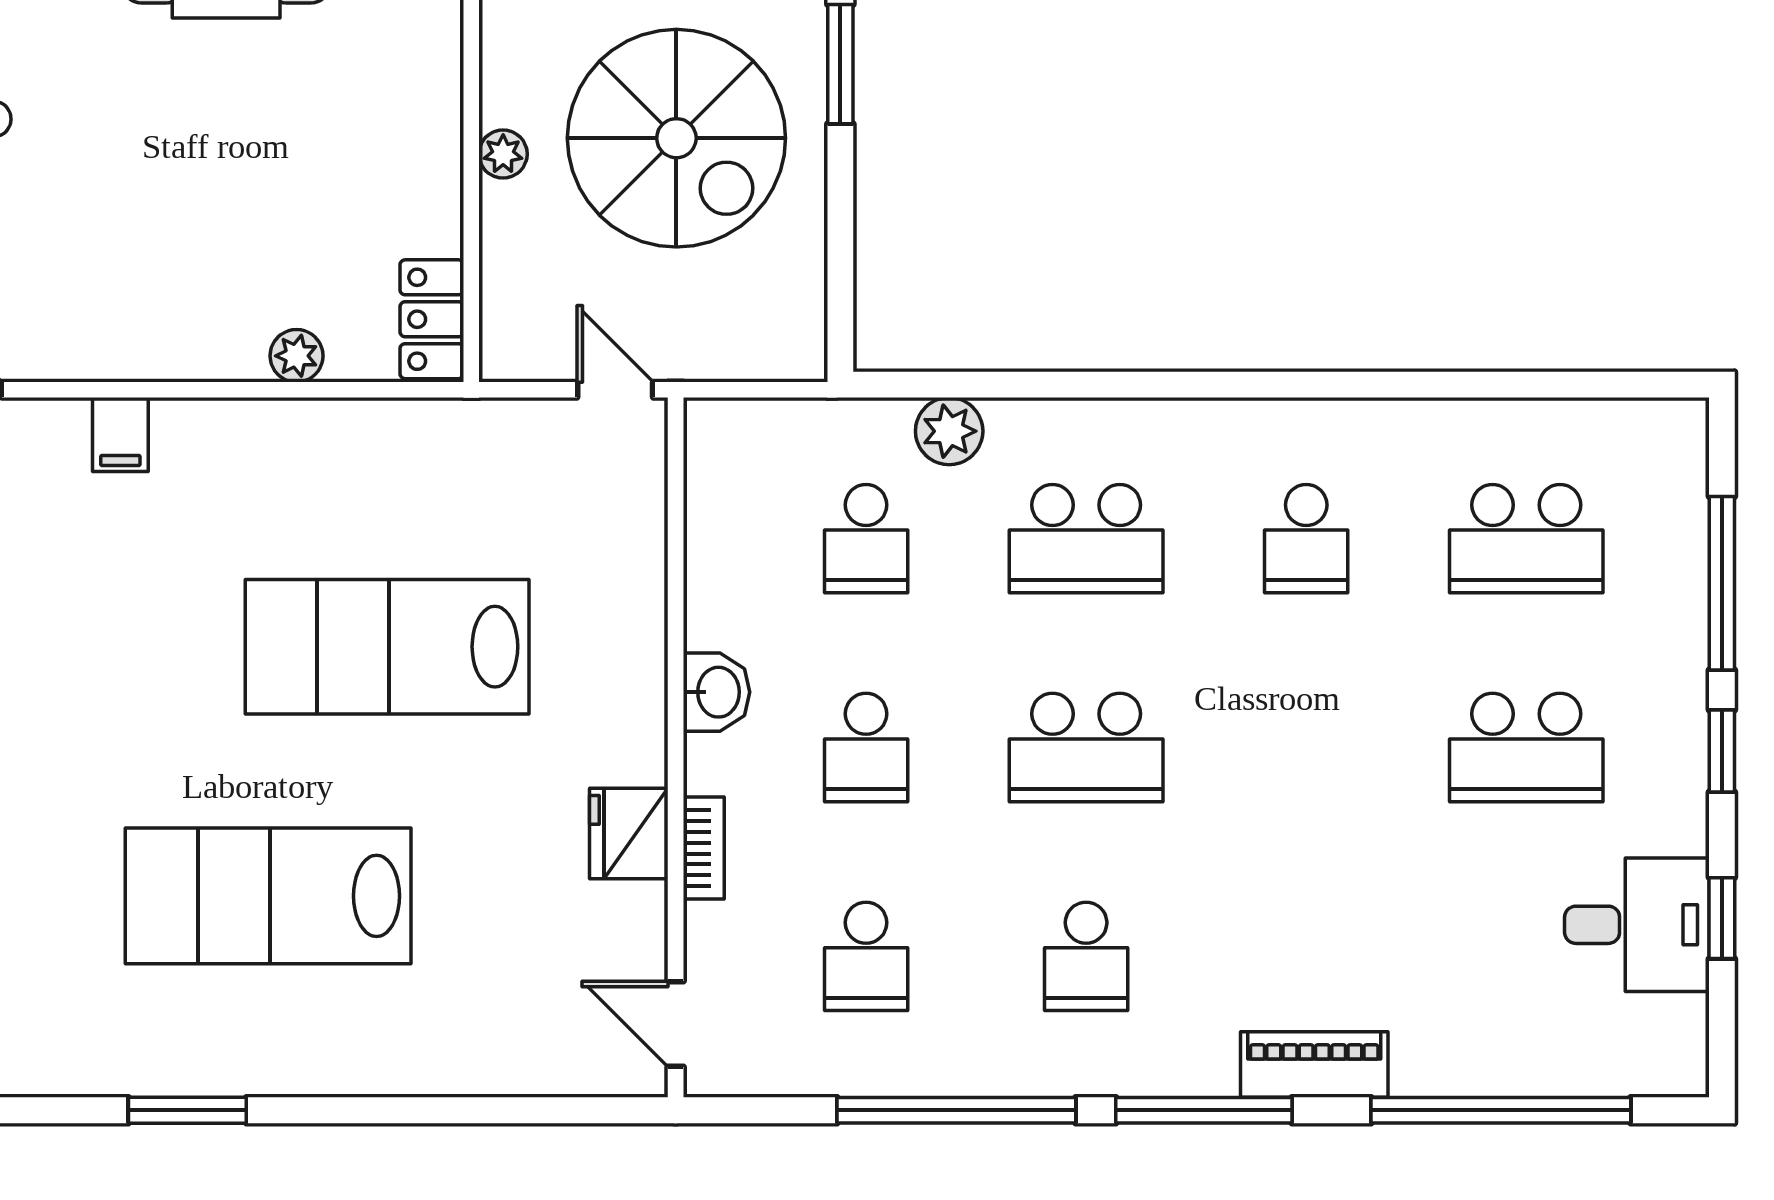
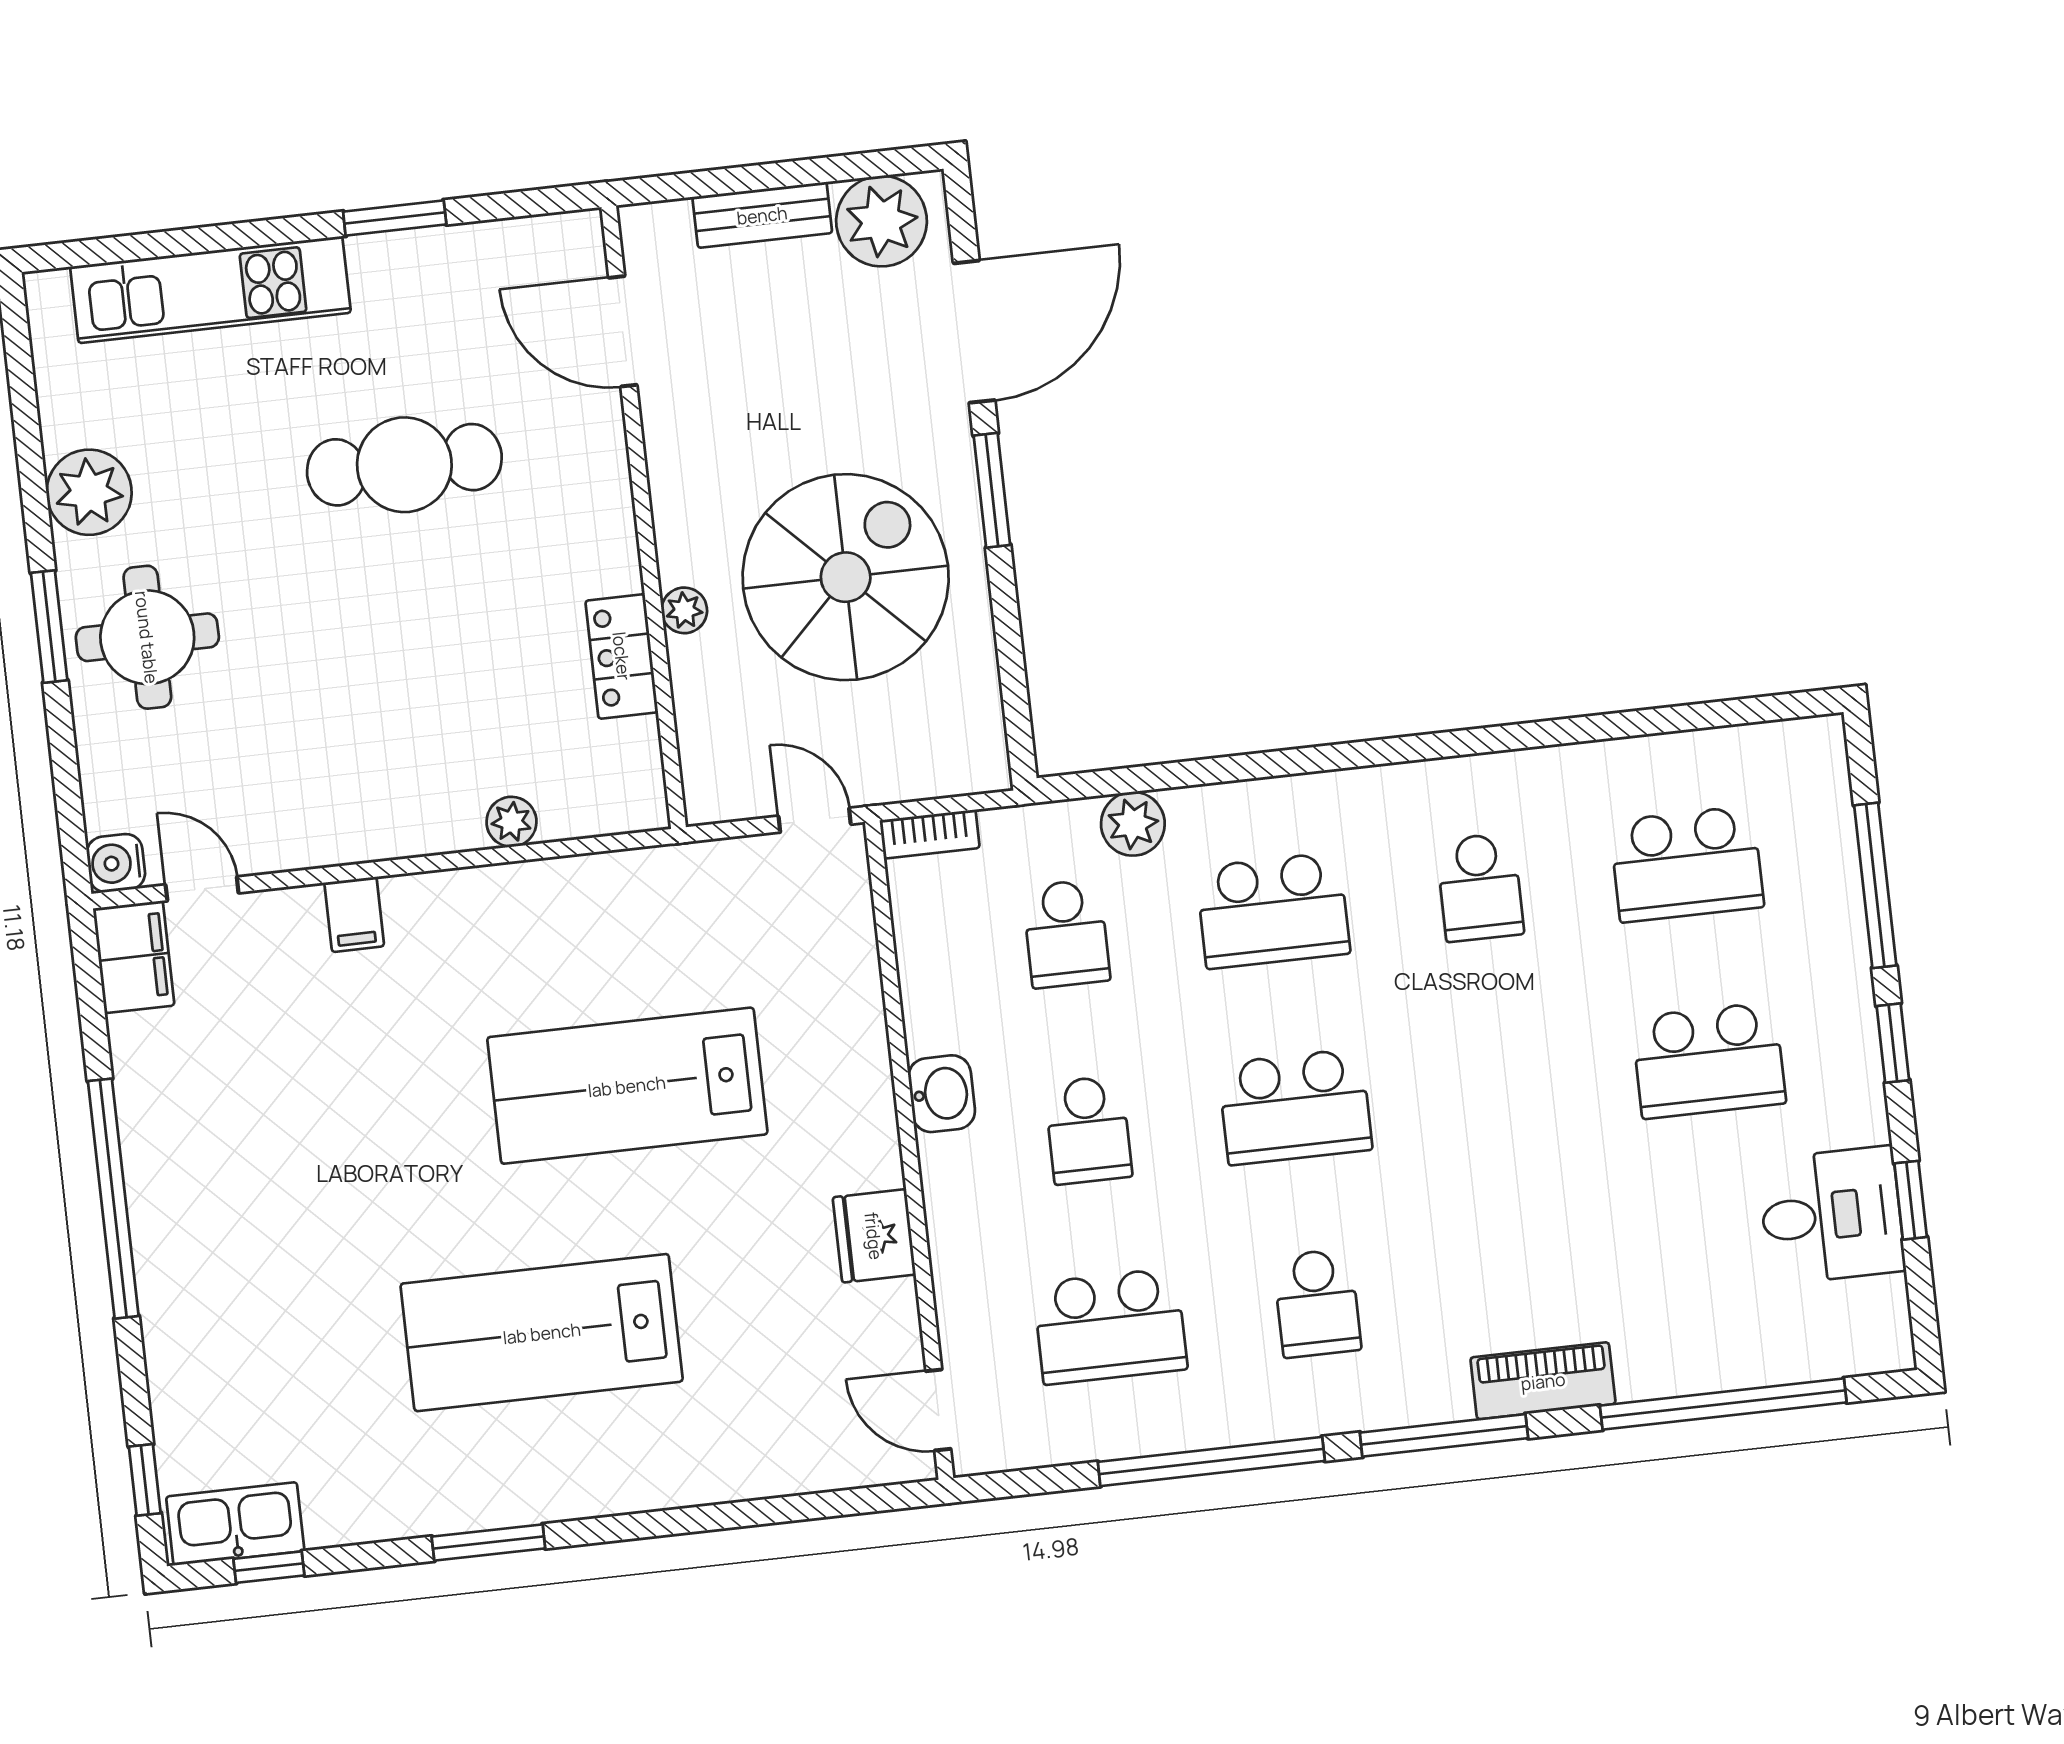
spiral stairs: (676, 138) -> (846, 577), turned -90
locker: (432, 319) -> (622, 656), moved
bookcase: (704, 848) -> (930, 834), moved, turned 90
school desk: (866, 956) -> (1110, 1326), width x1.85

